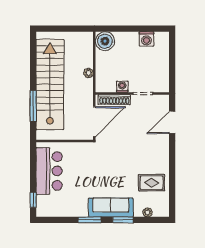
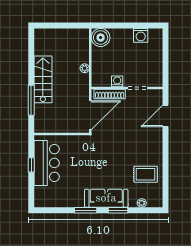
stairs: (50, 84) -> (43, 79), width x0.54, depth x0.66
window: (33, 200) -> (31, 165), moved

